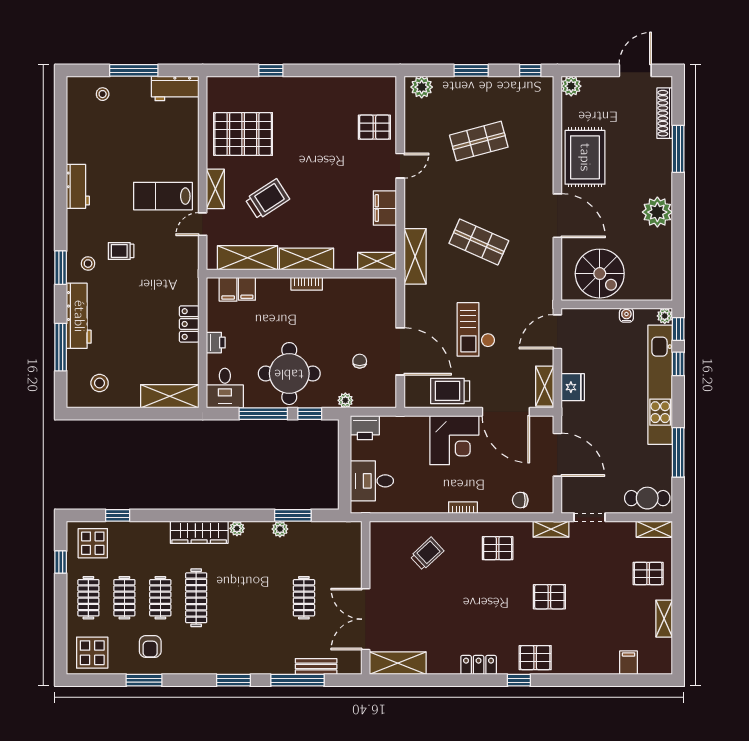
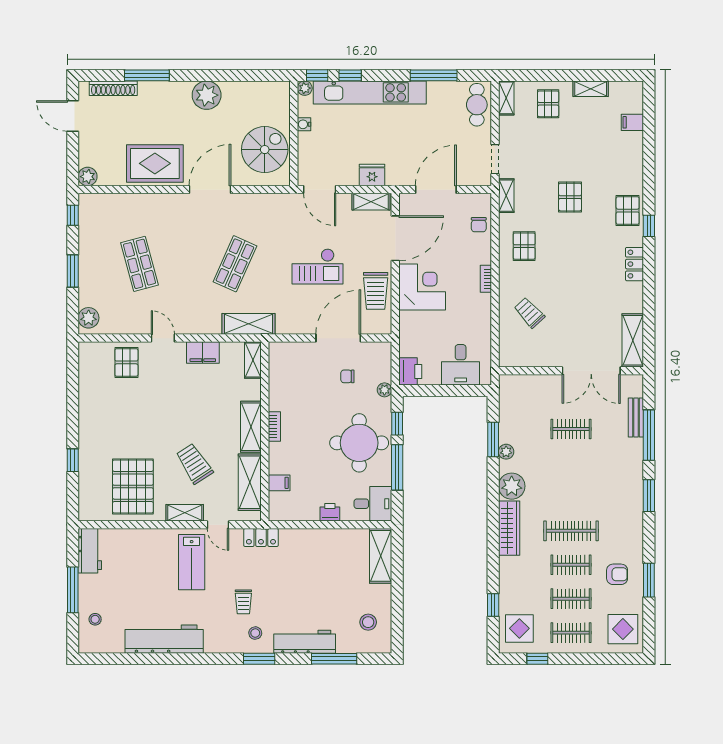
workbench: (78, 186) -> (164, 639), width x1.88, depth x1.32
filing cabinet: (228, 289) -> (280, 501), removed
locker: (189, 324) -> (261, 537), moved
plant: (237, 528) -> (512, 486), width x1.87, depth x1.87

